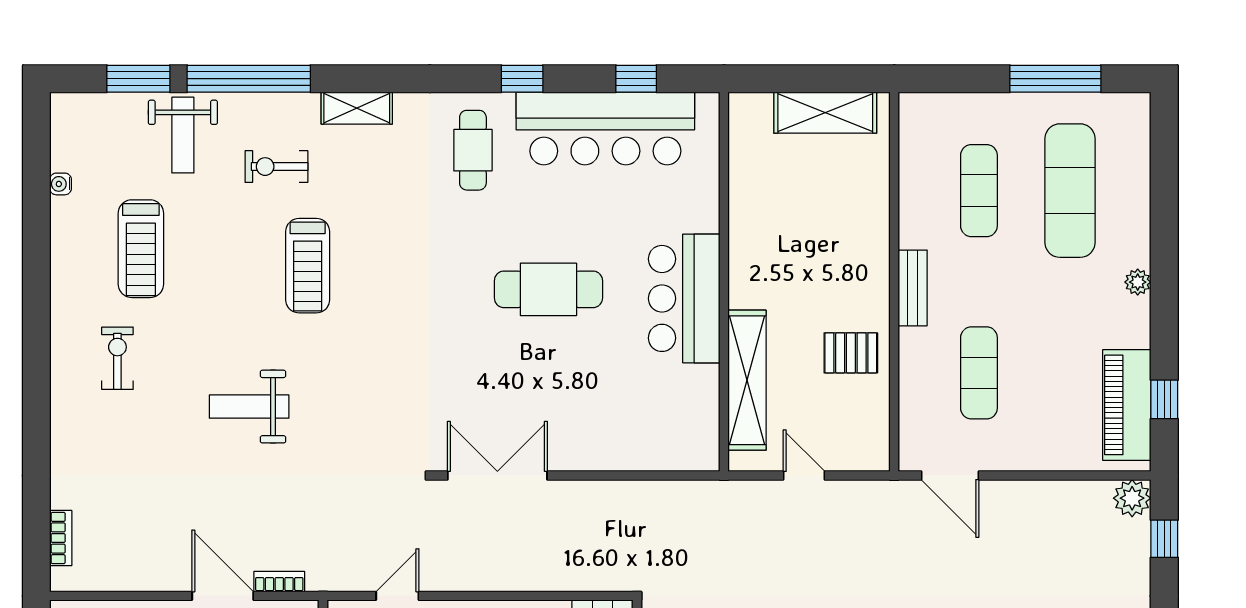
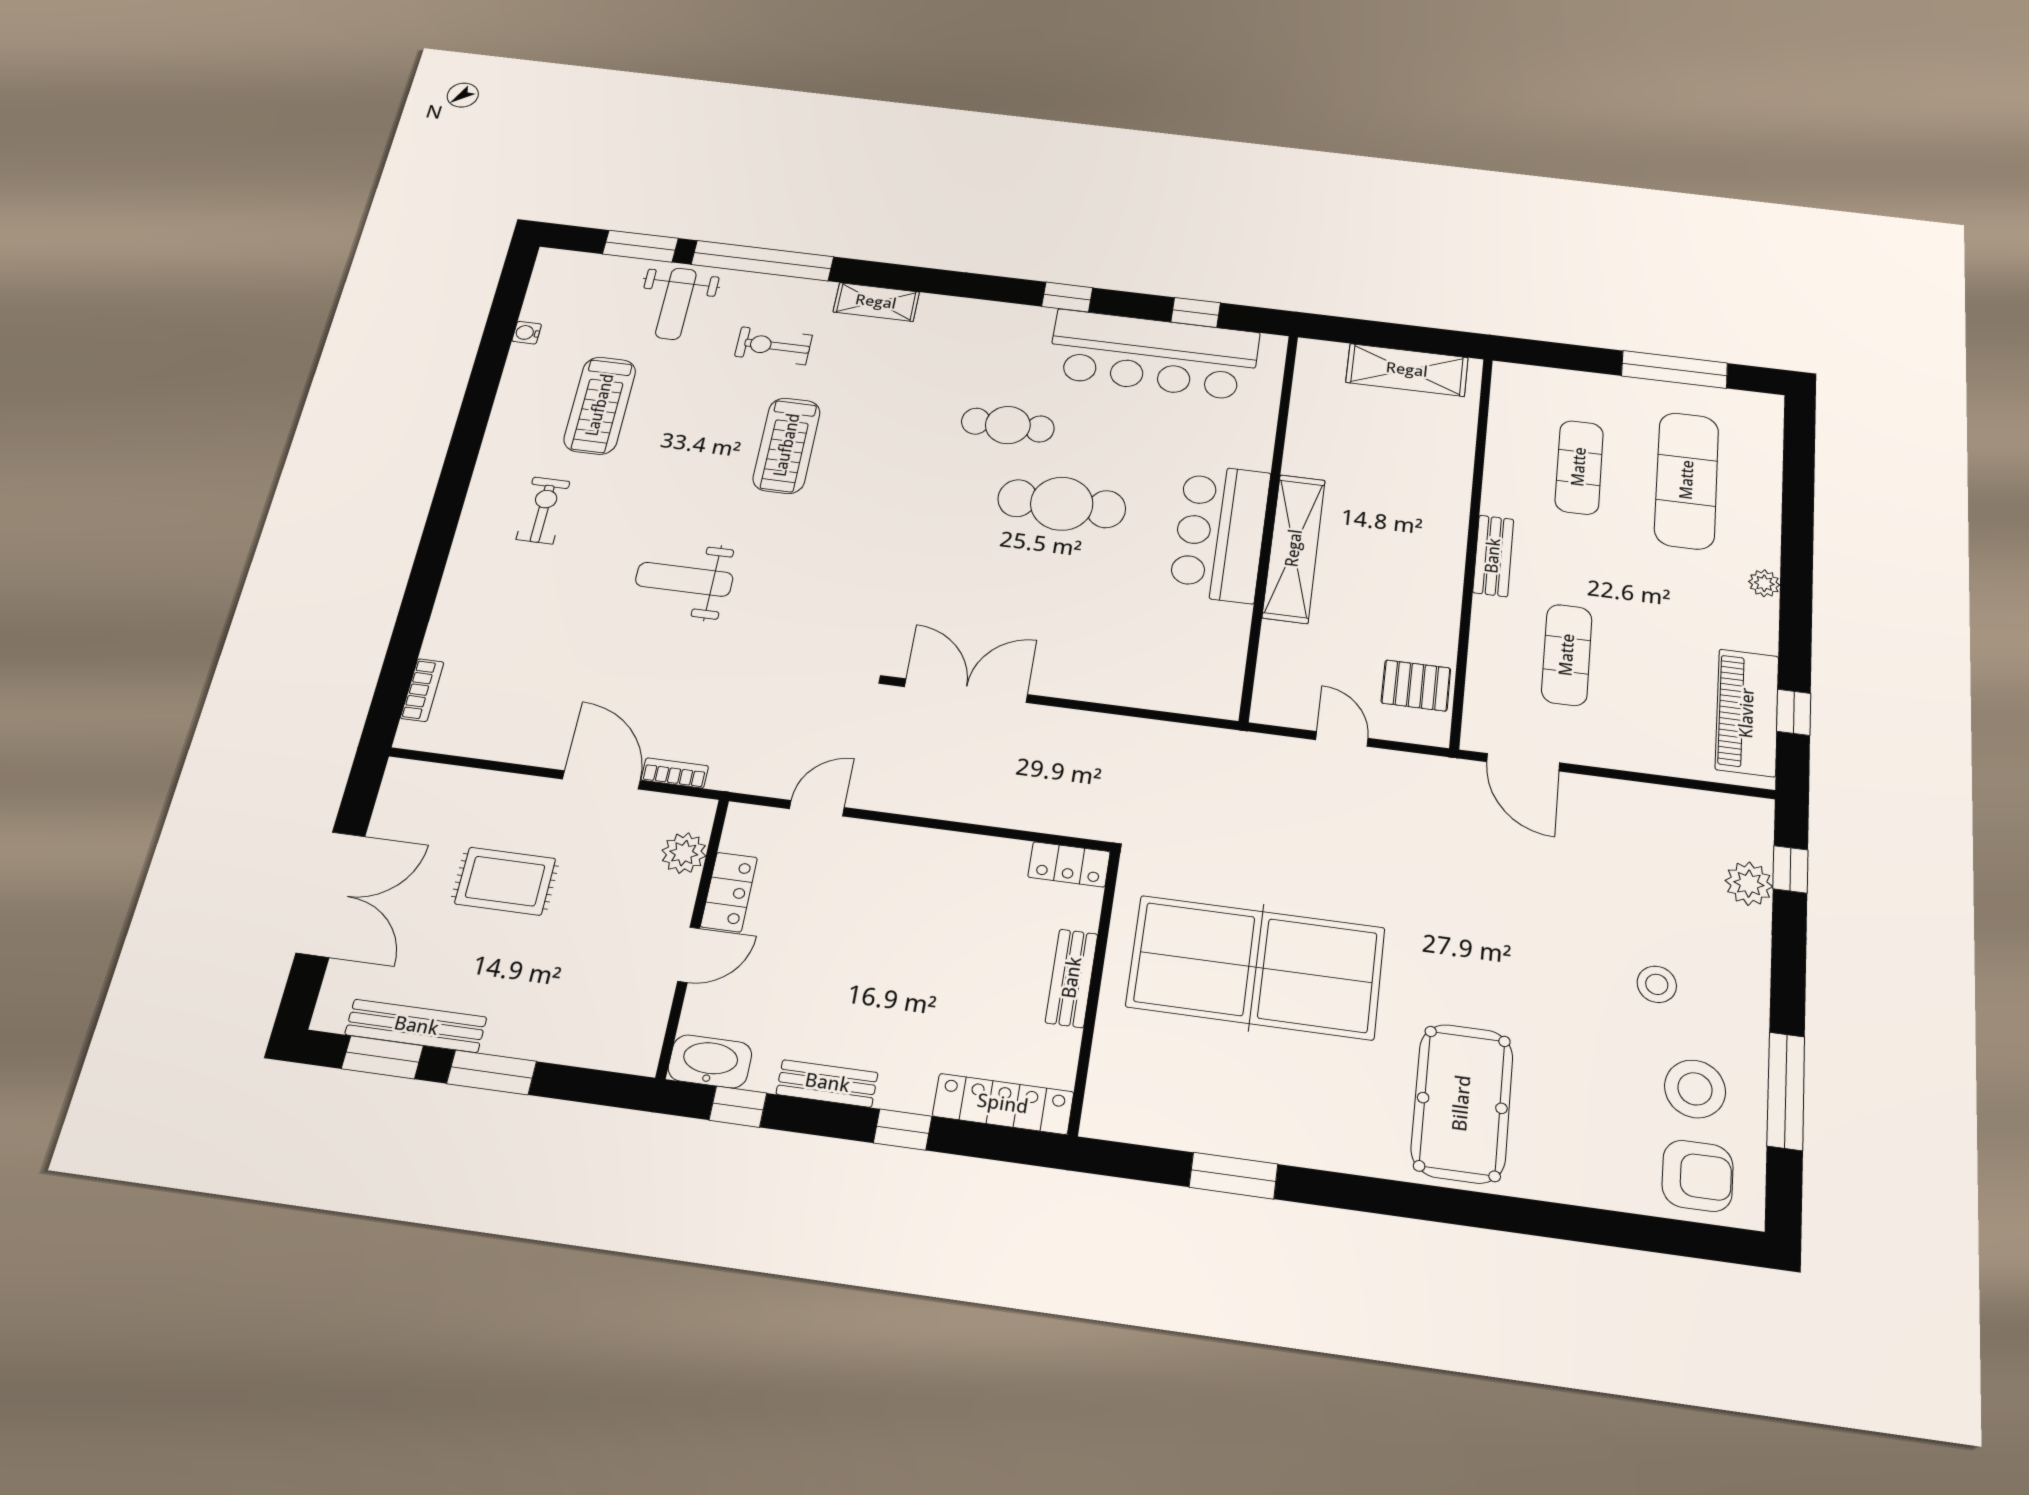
cafe table: (473, 150) -> (1008, 425), moved, turned 90
pallet: (851, 353) -> (1416, 686), moved
shelving: (747, 380) -> (1294, 548), moved
plant: (1132, 498) -> (1749, 884), moved

